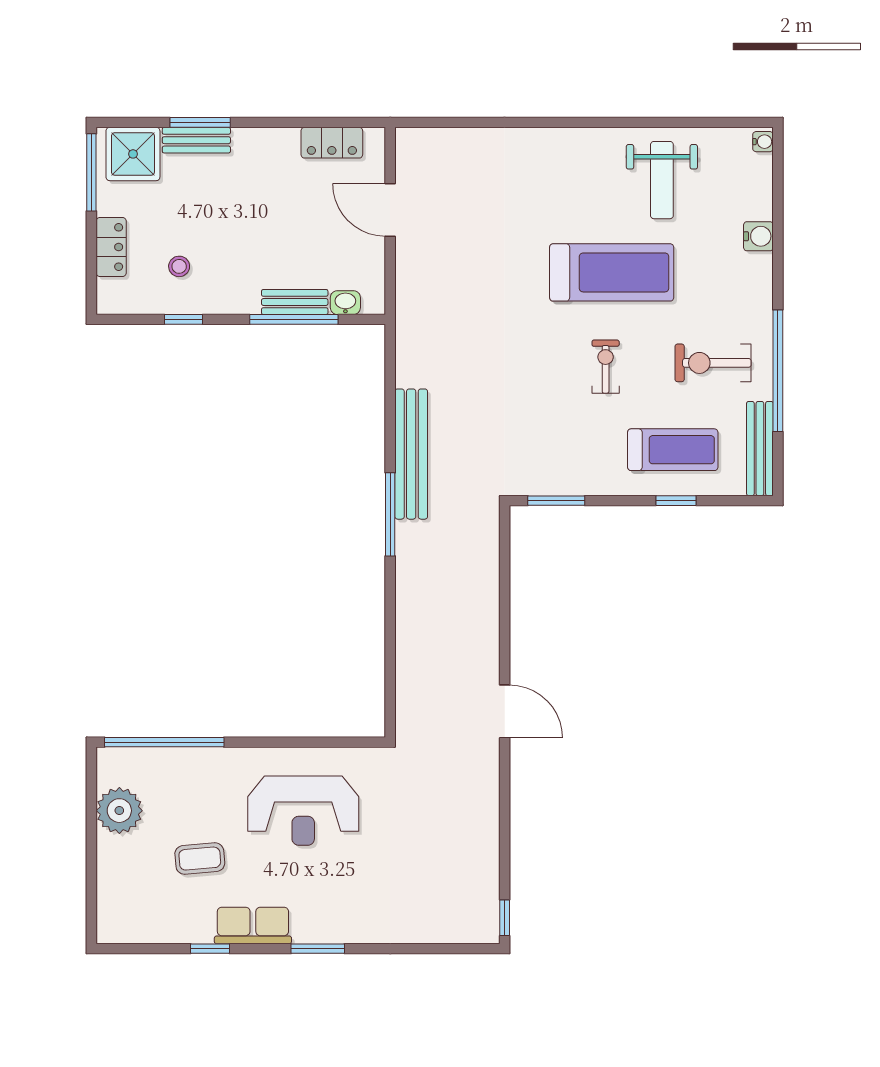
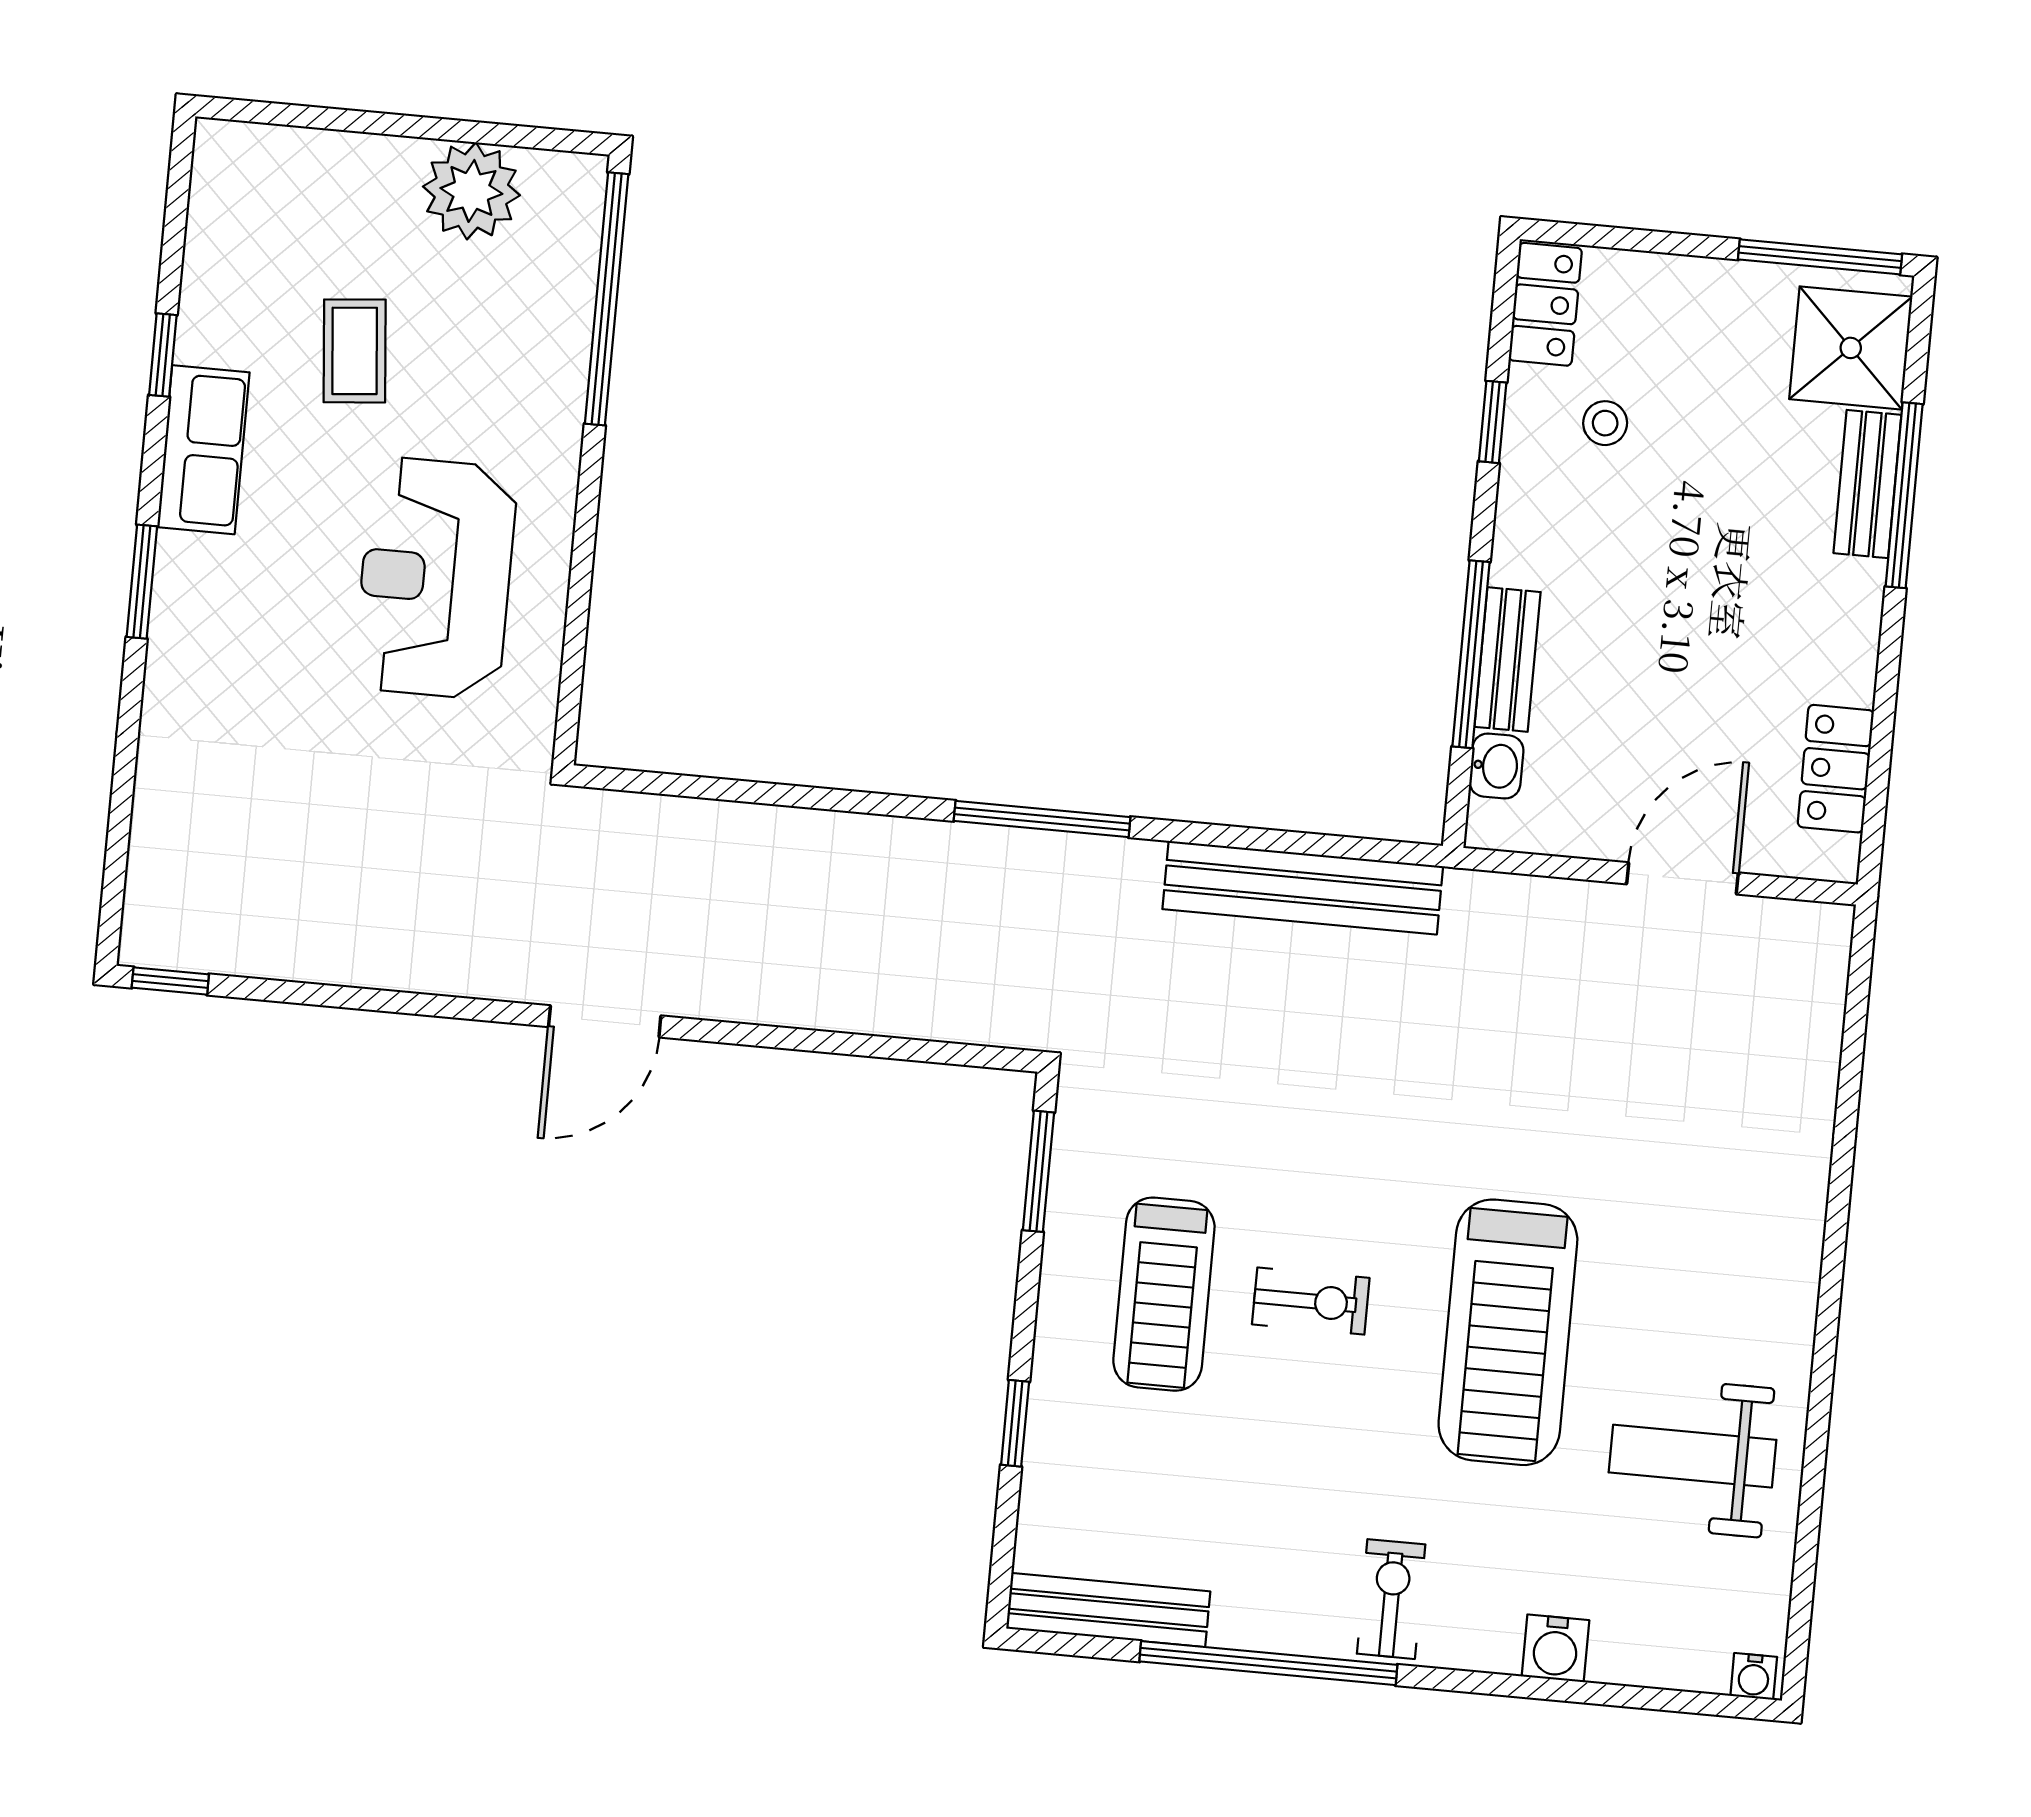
window: (200, 122) -> (1904, 495), width x1.44
locker: (111, 247) -> (1545, 304), moved, turned -90
exercise bike: (713, 363) -> (1391, 1599), moved, width x0.73, depth x0.72
treadmill: (673, 450) -> (1164, 1294), moved
bench: (411, 454) -> (1303, 888), moved

